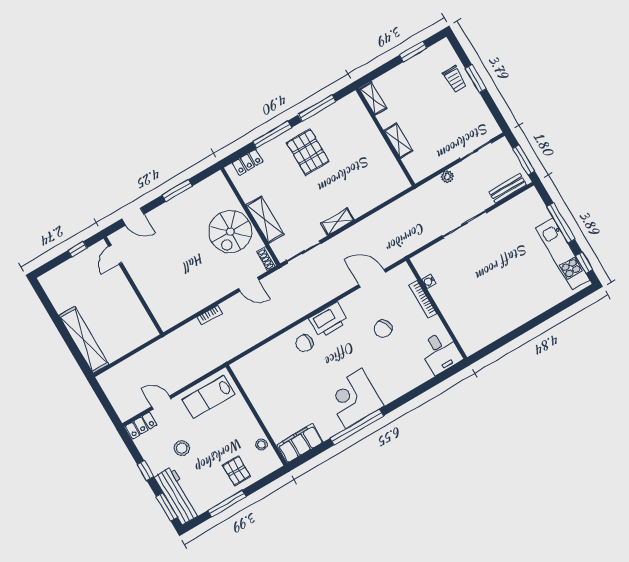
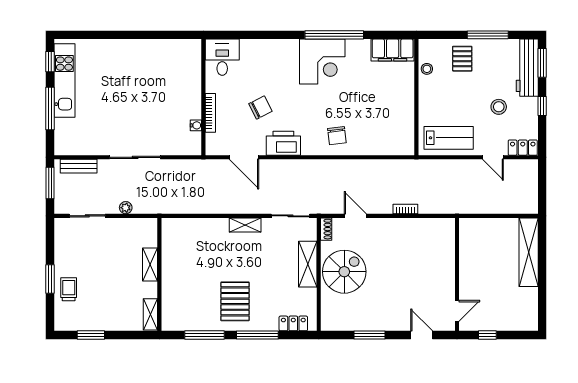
printer: (329, 320) -> (283, 143), moved
chair: (304, 343) -> (337, 136), turned 83

